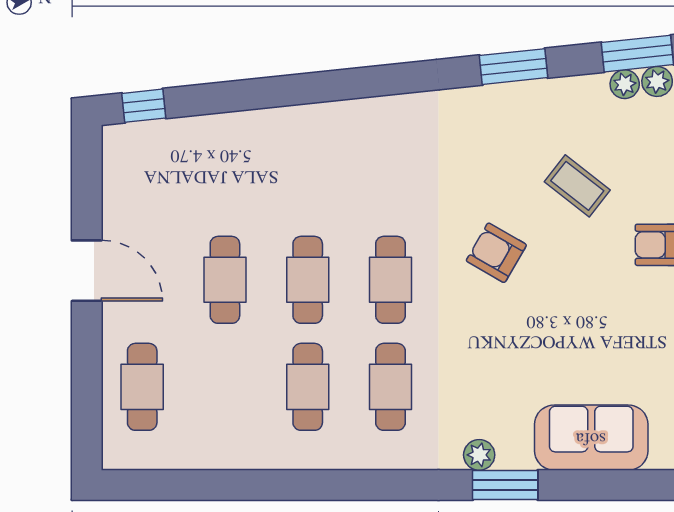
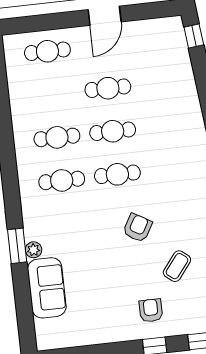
plant: (479, 455) -> (34, 250), moved

